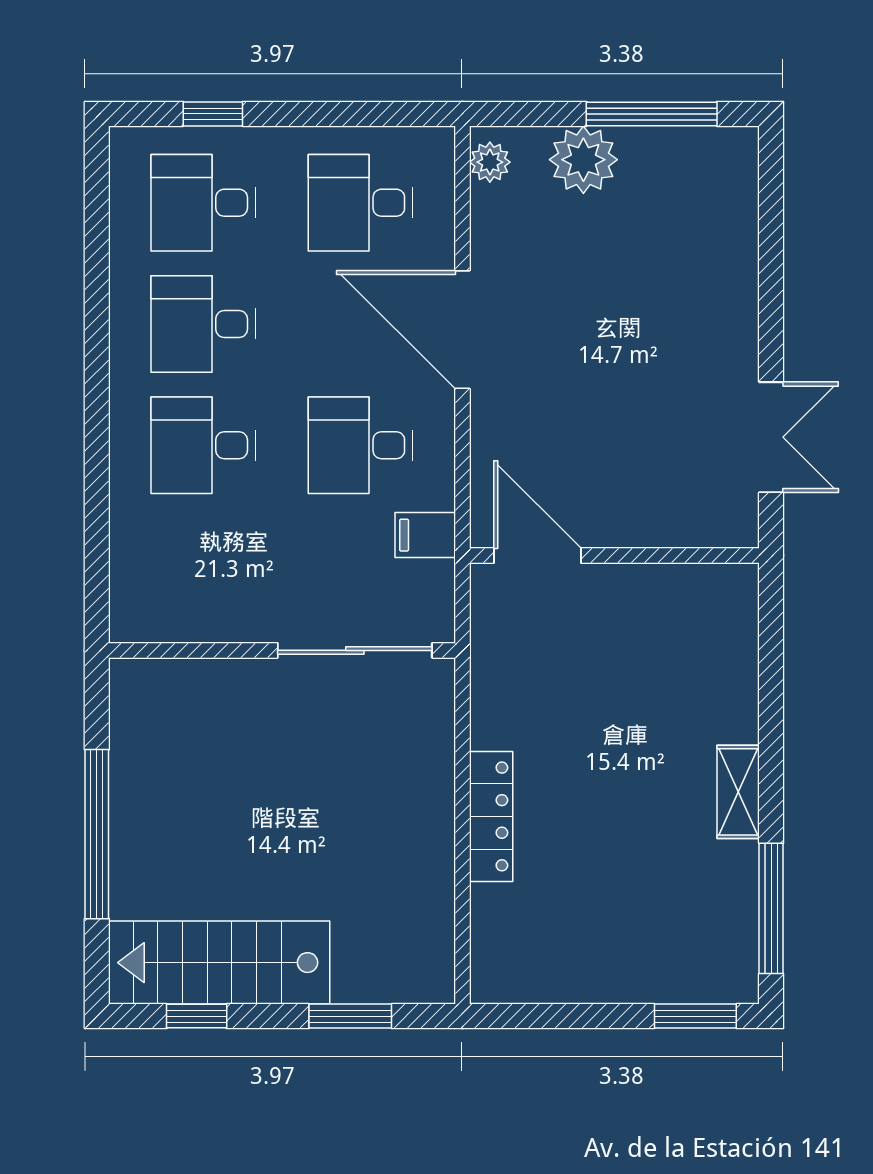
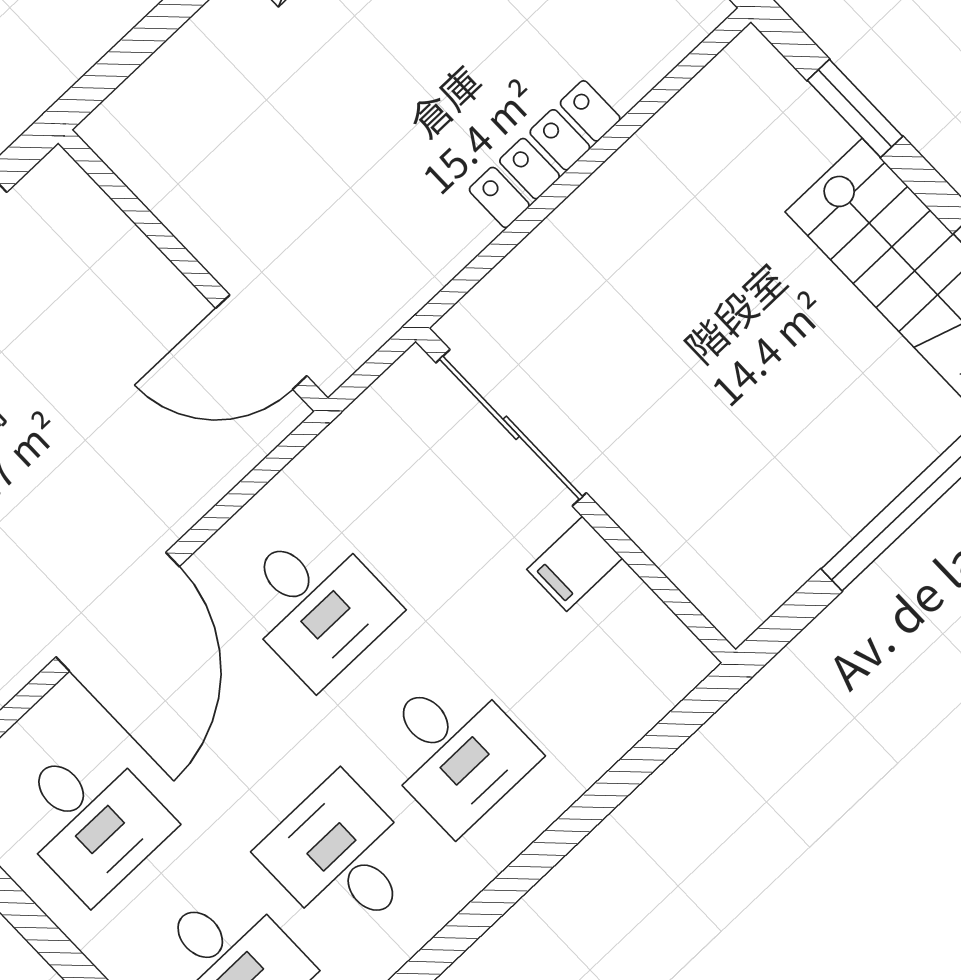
desk: (203, 324) -> (342, 858), turned 180
filing cabinet: (425, 535) -> (575, 564), moved, turned 90
door: (538, 556) -> (261, 342), hinge flipped

